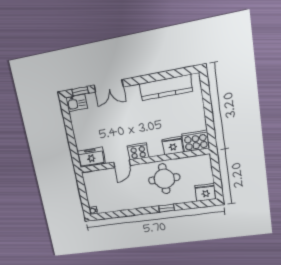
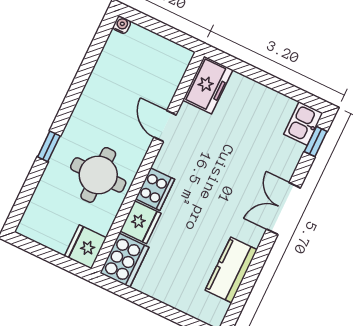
double door: (109, 86) -> (283, 209), moved
kitchen counter: (166, 88) -> (231, 270), width x0.67
cooker: (138, 152) -> (155, 189), moved
fridge: (206, 192) -> (85, 247), moved, turned 180

